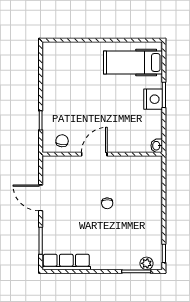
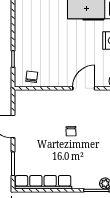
door: (94, 154) -> (84, 88), moved
row of seats: (66, 262) -> (43, 182), width x1.36

